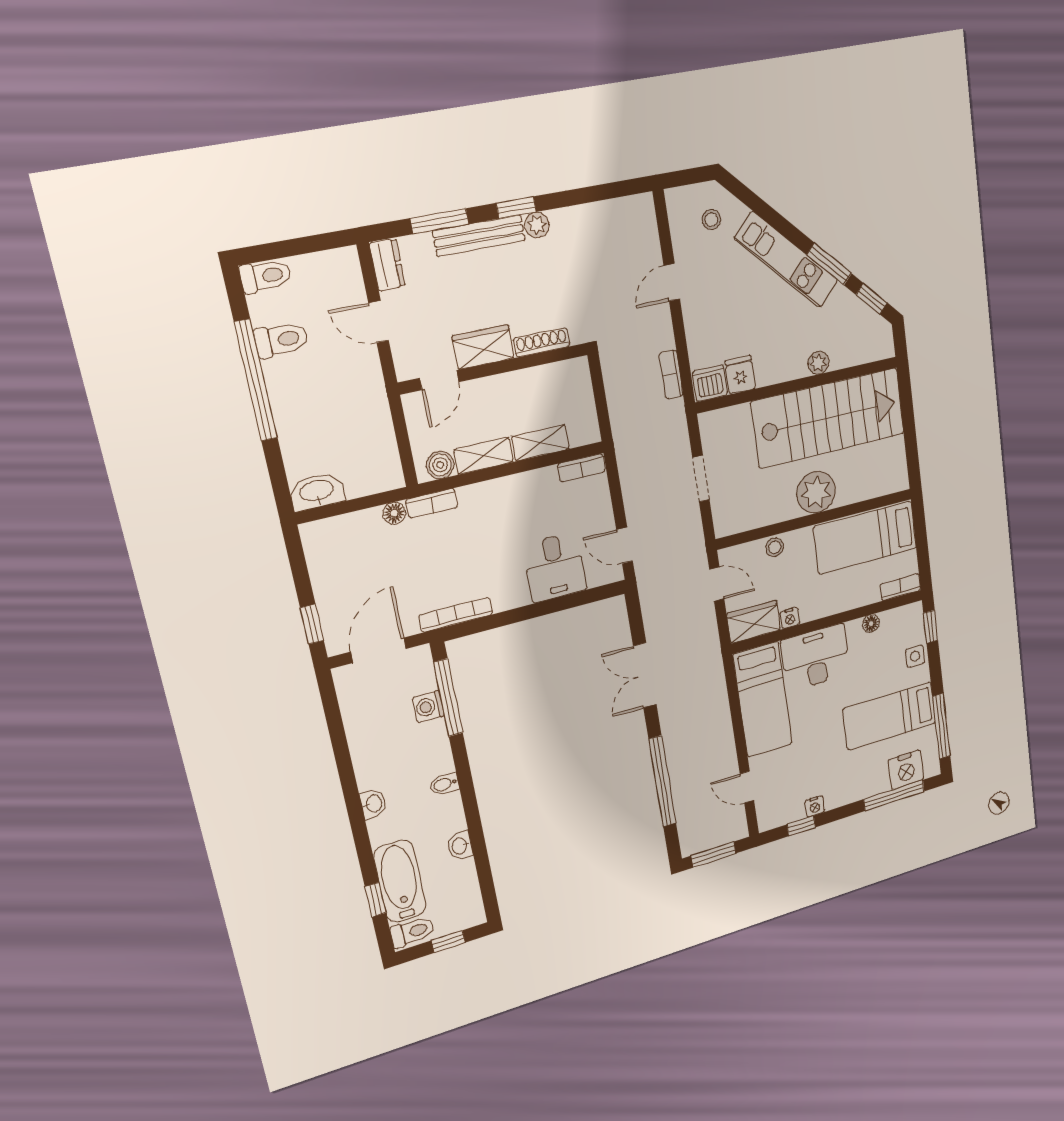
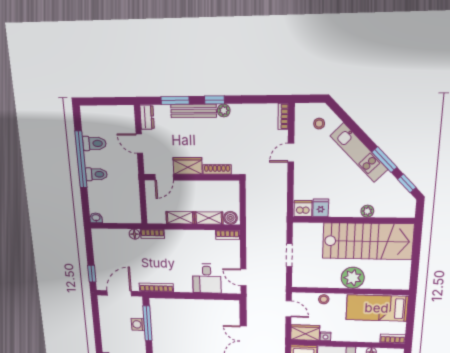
toilet: (266, 276) -> (96, 174), moved
bookcase: (671, 374) -> (283, 116), moved
boiler: (440, 465) -> (230, 218), moved
washbasin: (317, 491) -> (96, 218), width x0.52, depth x0.69

